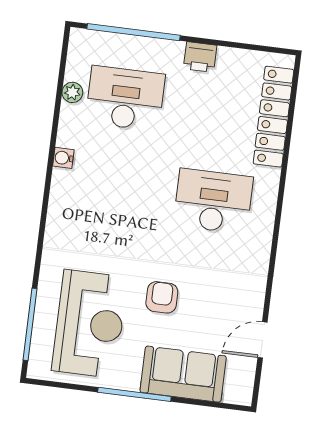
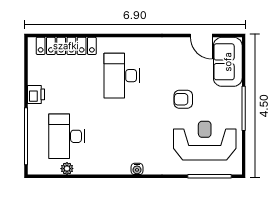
water cooler: (63, 158) -> (137, 169), moved
sofa: (183, 374) -> (228, 62), moved

